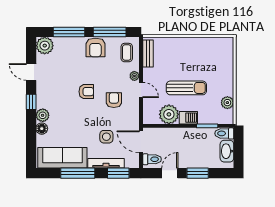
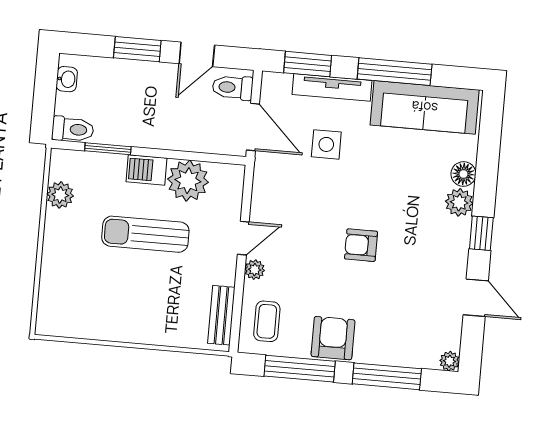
plant: (45, 46) -> (450, 361), width x0.53, depth x0.53
door: (141, 90) -> (243, 238), swing flipped
armchair: (114, 100) -> (303, 222), removed
washbasin: (227, 151) -> (67, 79), width x0.52, depth x0.69

